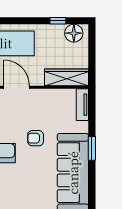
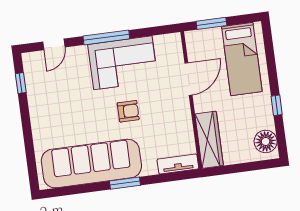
window: (58, 21) -> (277, 105), moved
armchair: (36, 138) -> (128, 111), turned 90

